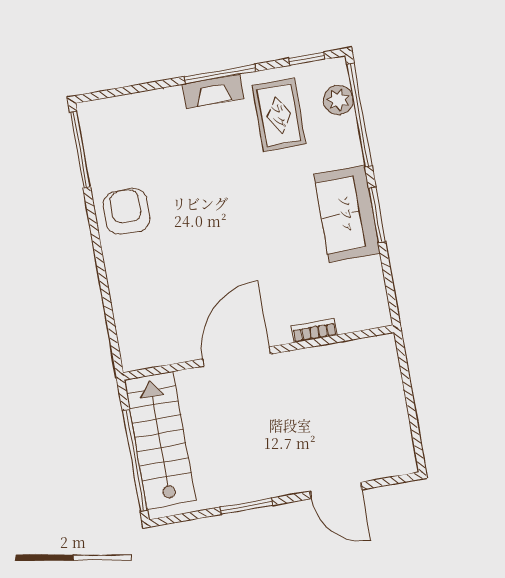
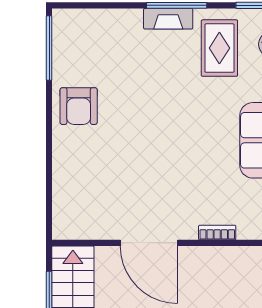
armchair: (127, 211) -> (79, 106), turned 180
door: (237, 356) -> (149, 243), swing flipped

